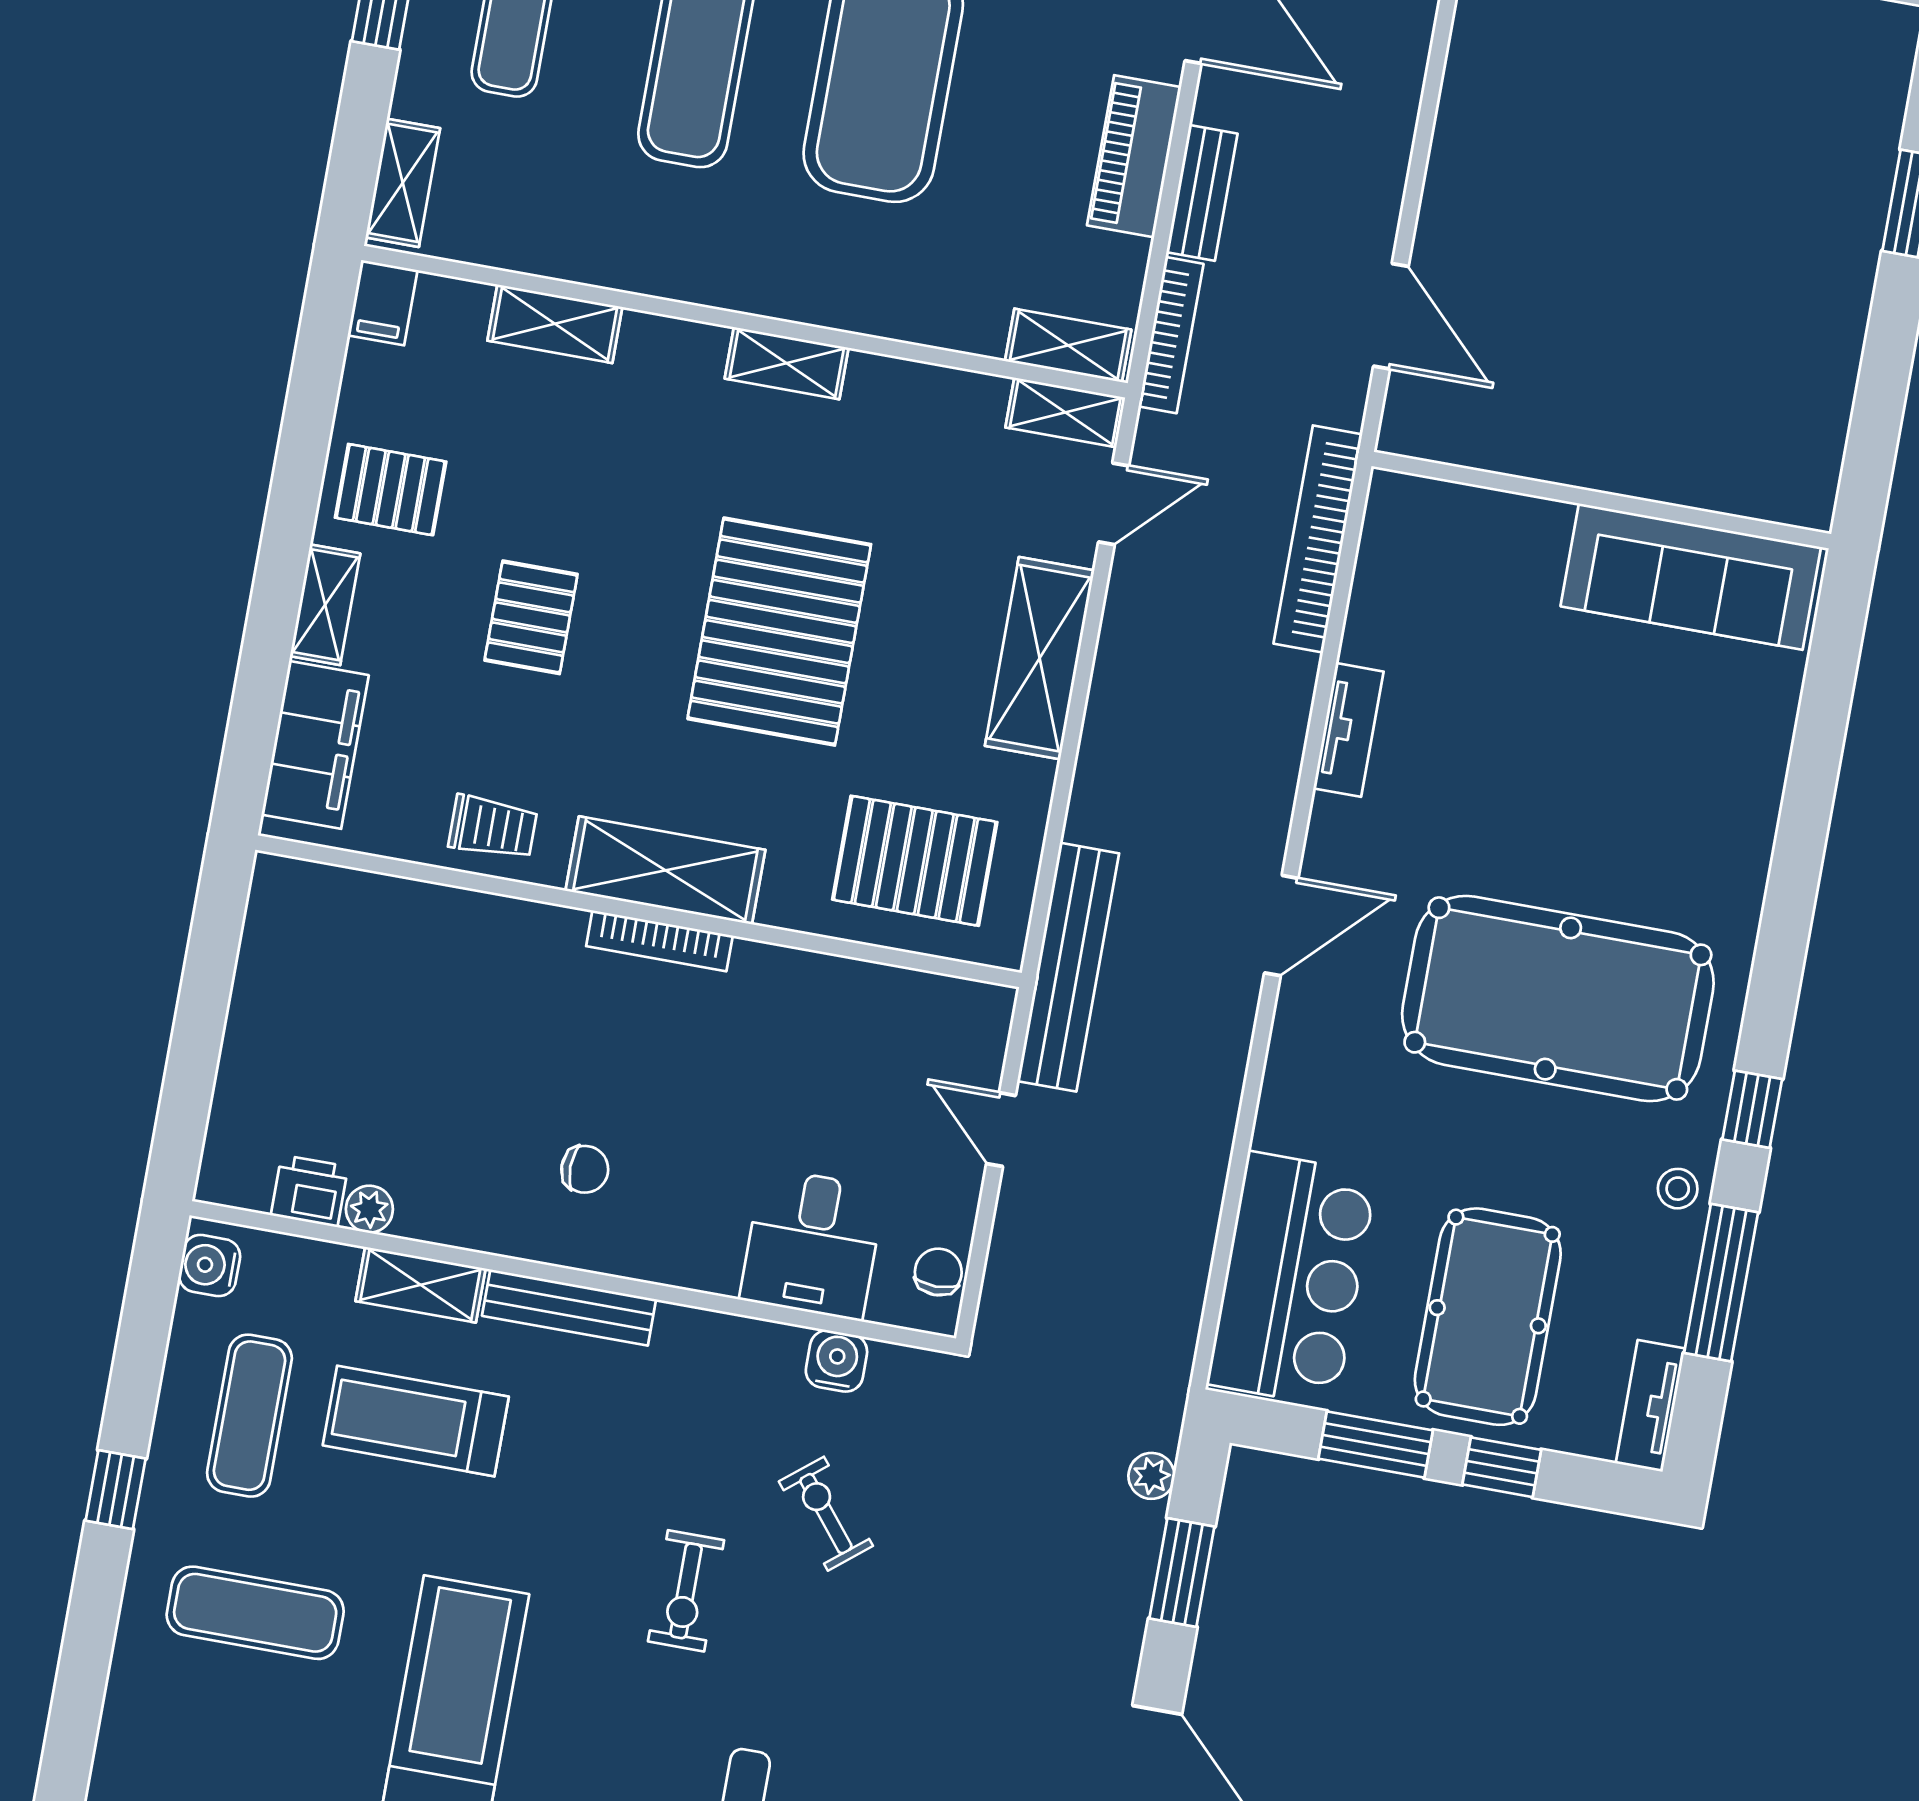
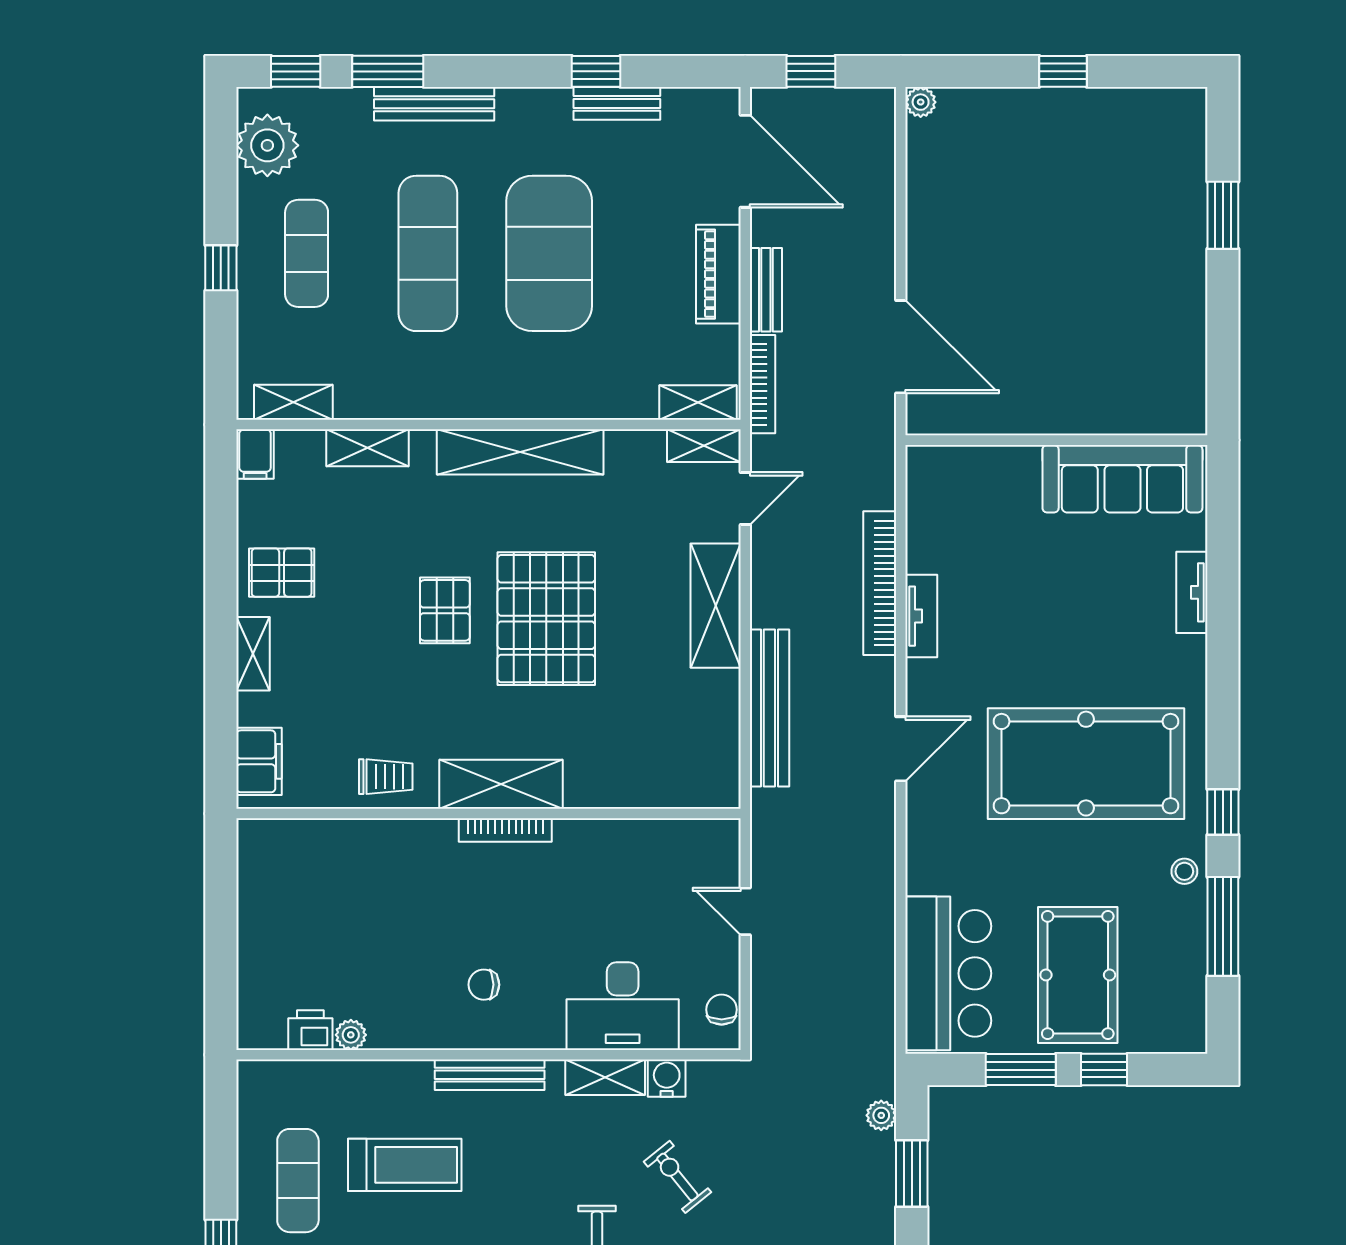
shelving: (403, 183) -> (293, 402), moved, turned 90
door: (1391, 316) -> (901, 347), width x1.36
shelving: (787, 363) -> (520, 452), width x2.20, depth x1.33
bookcase: (1318, 539) -> (880, 583), moved
pallet: (531, 617) -> (445, 610), moved
filing cabinet: (315, 745) -> (259, 761), width x0.67, depth x0.86
pallet: (915, 861) -> (659, 750), removed
bench: (1068, 967) -> (769, 708), moved
chair: (585, 1169) -> (484, 985), turned 180
desk: (812, 1244) -> (623, 1006), width x1.37
water cooler: (209, 1266) -> (255, 1089), removed
shelving: (420, 1285) -> (605, 1077), moved
tv unit: (1650, 1406) -> (1192, 592), moved
treadmill: (416, 1421) -> (405, 1165), turned 180

